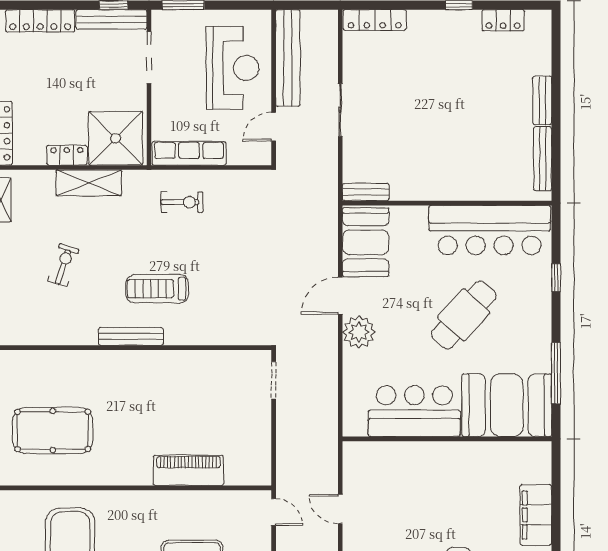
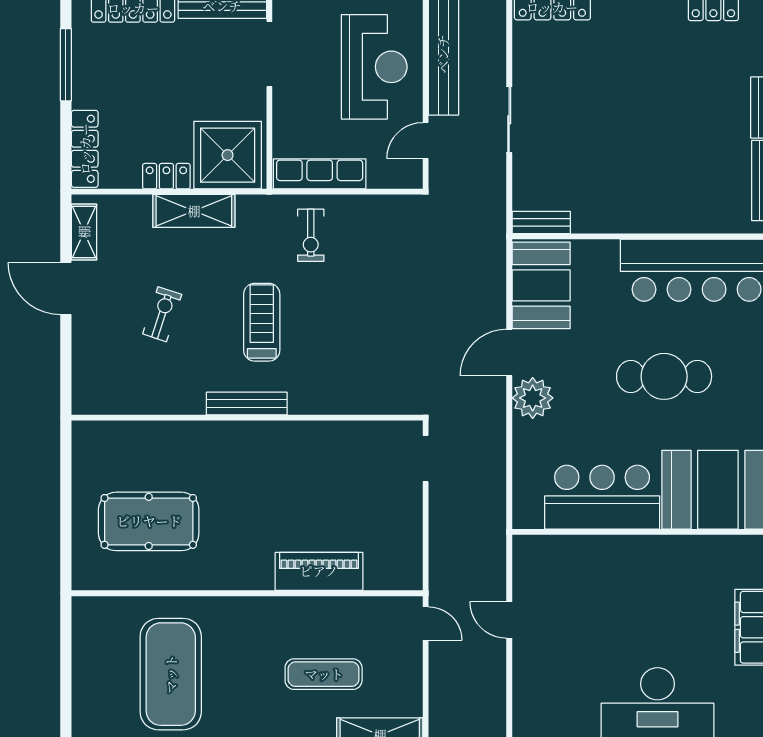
exercise bike: (182, 202) -> (311, 235), turned 90
treadmill: (157, 289) -> (262, 322), moved, turned 90
cafe table: (464, 315) -> (664, 376), turned 48

